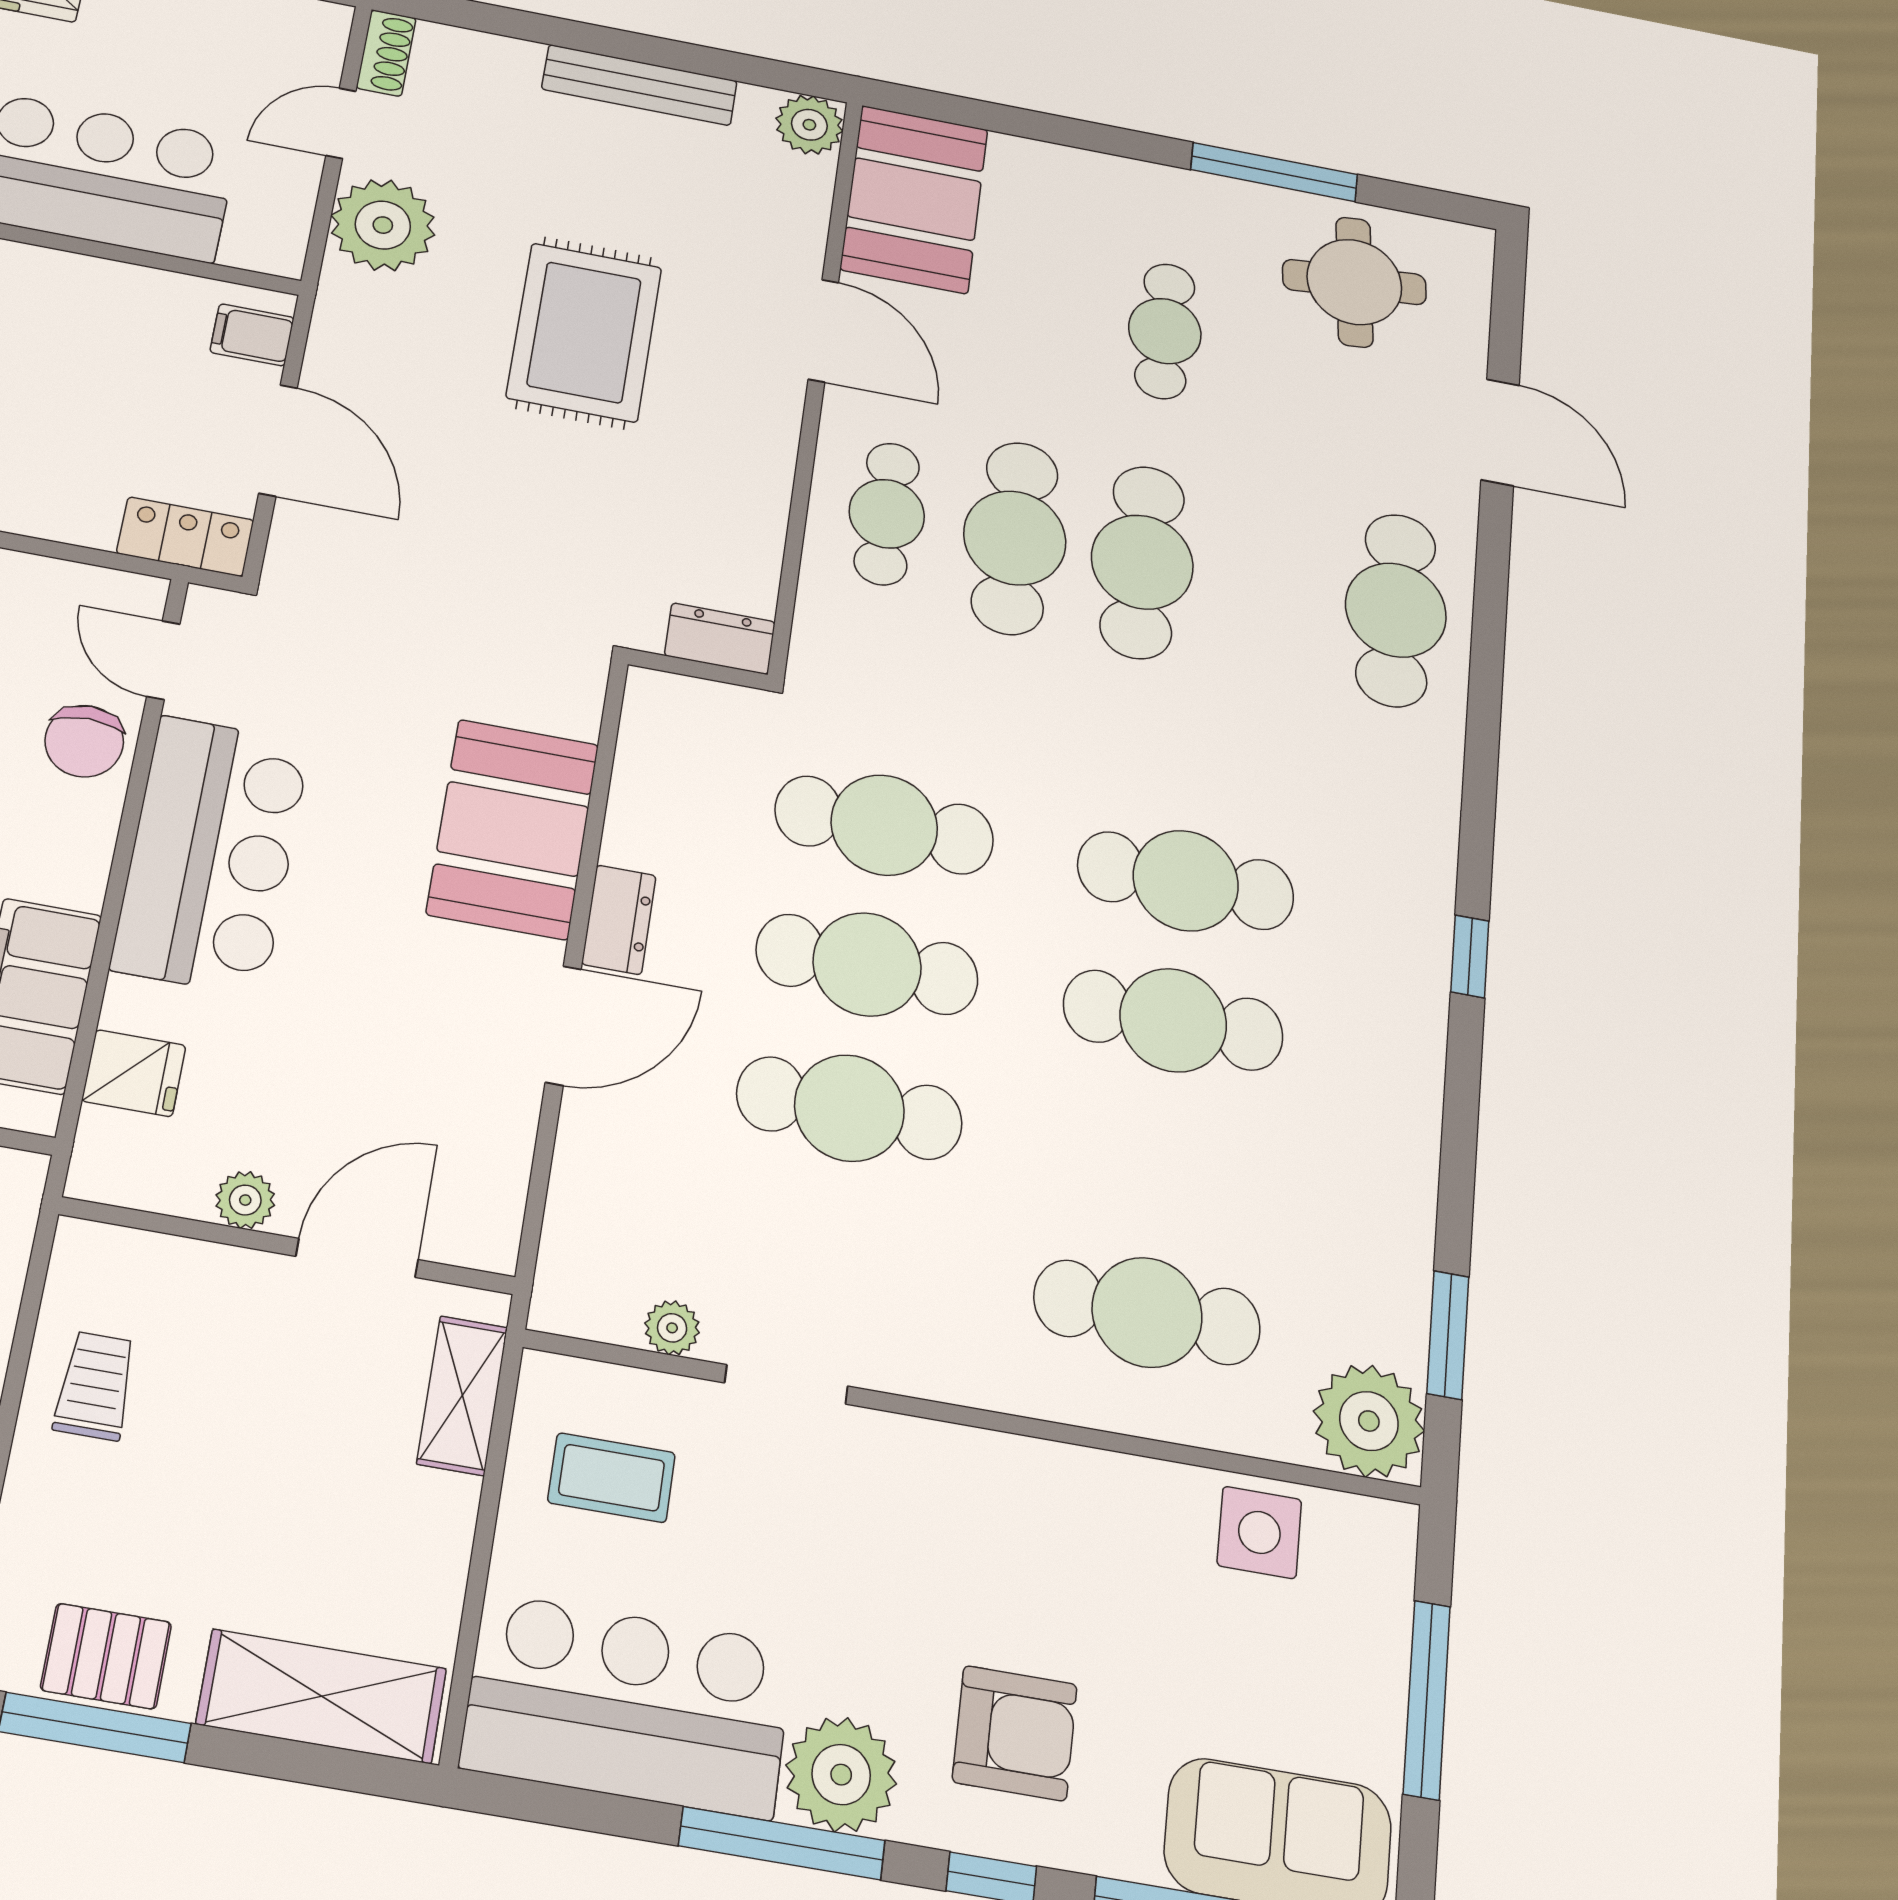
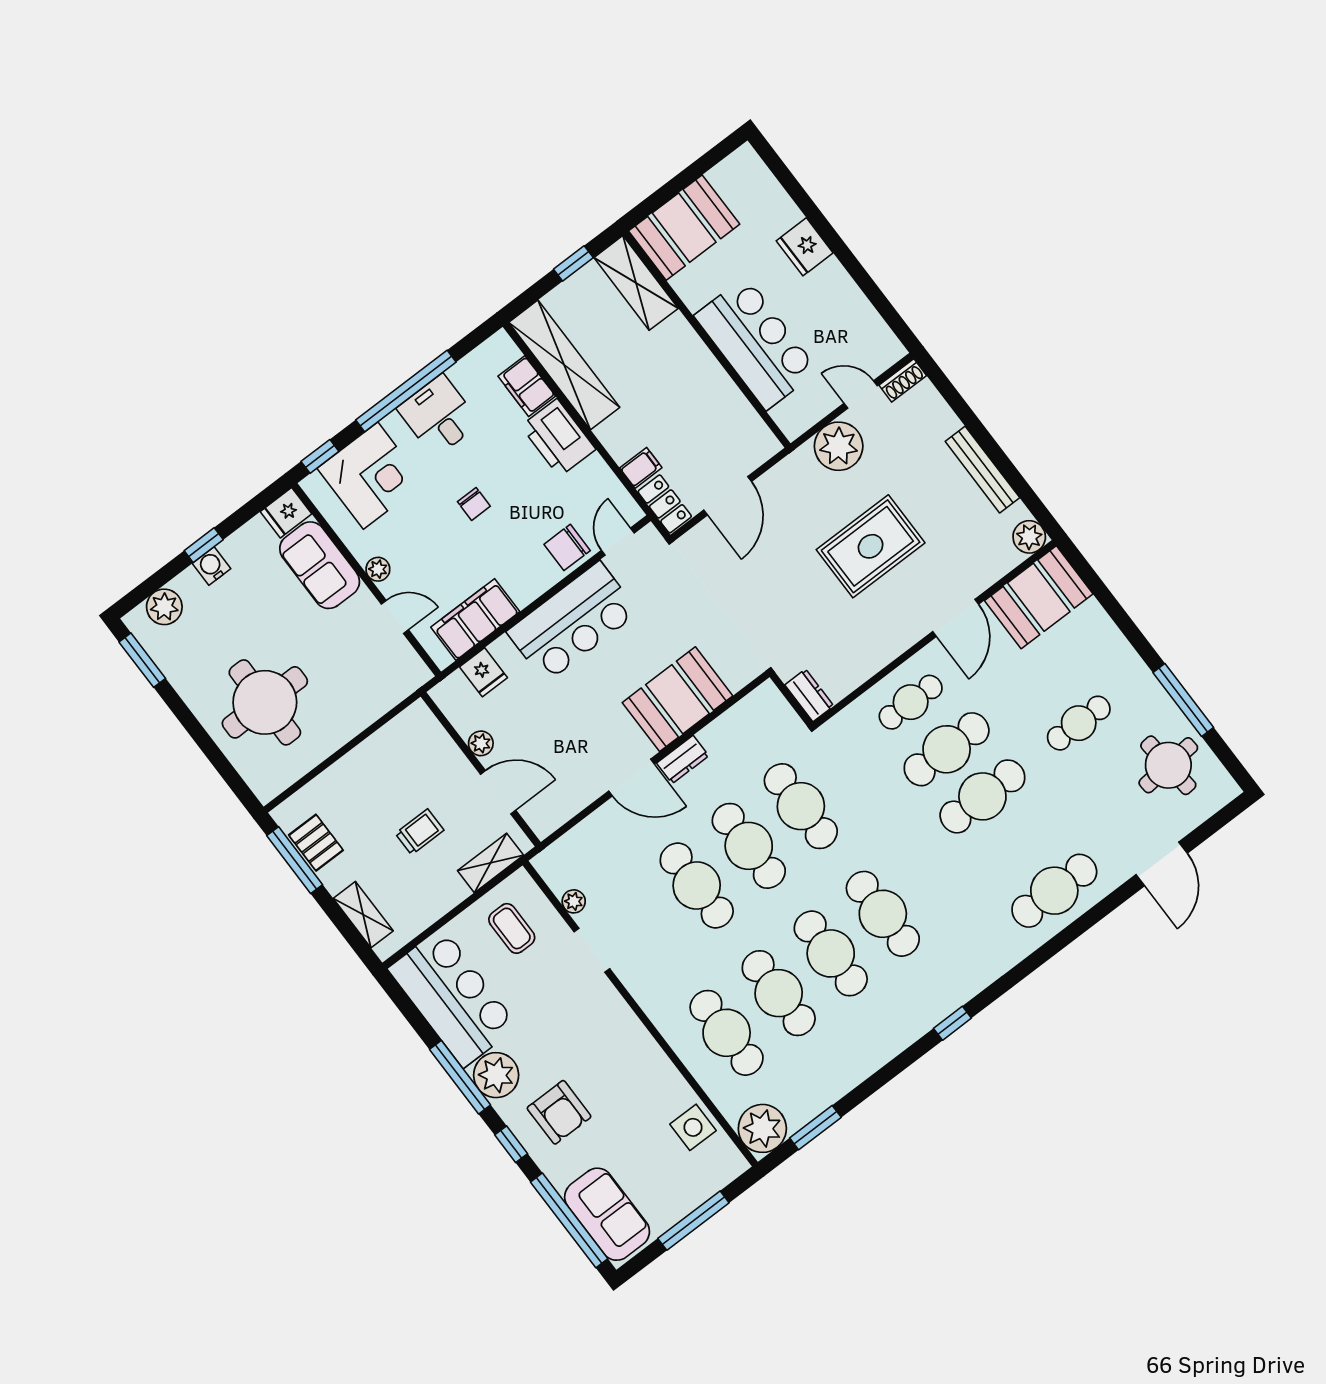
filing cabinet: (252, 335) -> (641, 468), moved, turned 90
cafe table: (1160, 1164) -> (779, 993), added
trolley: (95, 1386) -> (420, 832), moved
shelving: (322, 1696) -> (363, 915), width x0.67, depth x0.75

